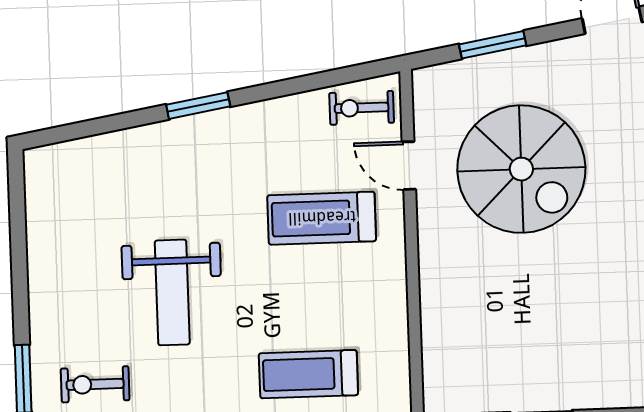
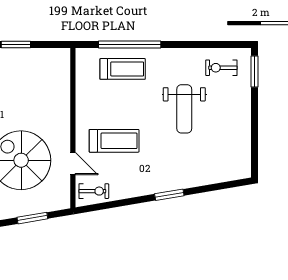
weight bench: (172, 292) -> (184, 109), turned 180
exercise bike: (95, 384) -> (221, 68), turned 180

